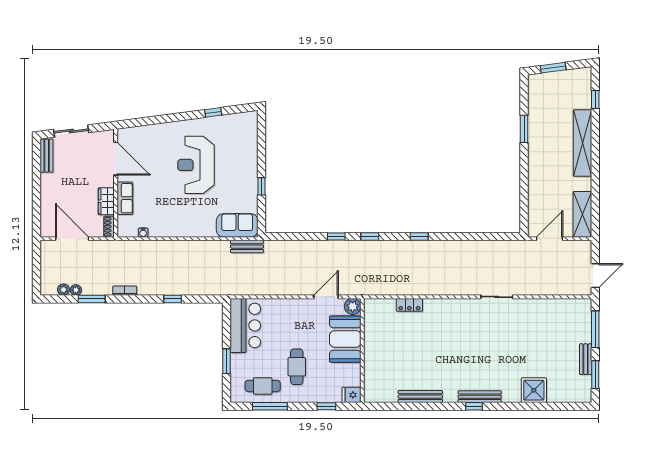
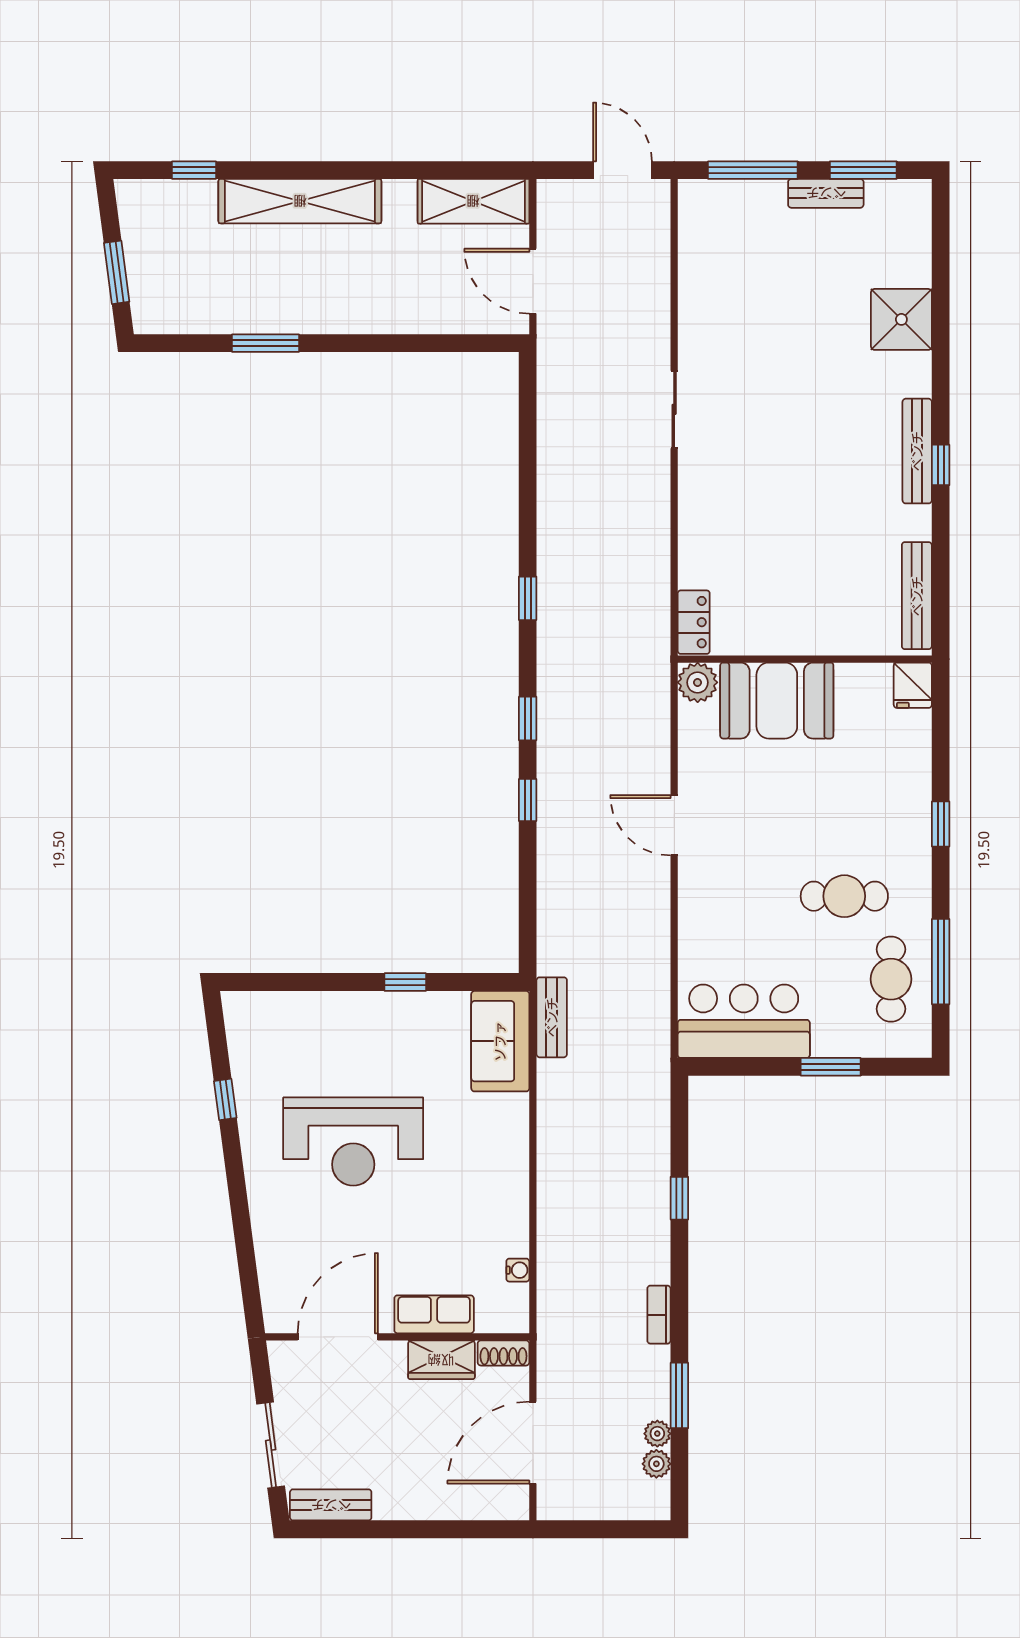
plant: (353, 306) -> (698, 682), moved
booth: (345, 339) -> (777, 701), moved
wall: (362, 351) -> (805, 659), moved
fridge: (352, 395) -> (913, 685), moved

